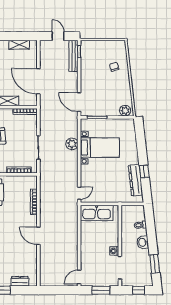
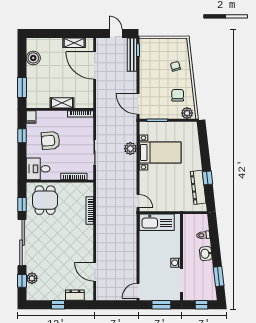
door: (38, 81) -> (95, 66), moved
chair: (116, 94) -> (178, 95), added
door: (79, 193) -> (138, 201), hinge flipped
door: (38, 236) -> (95, 272), moved

